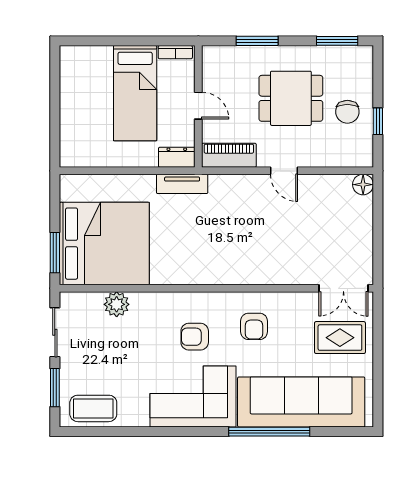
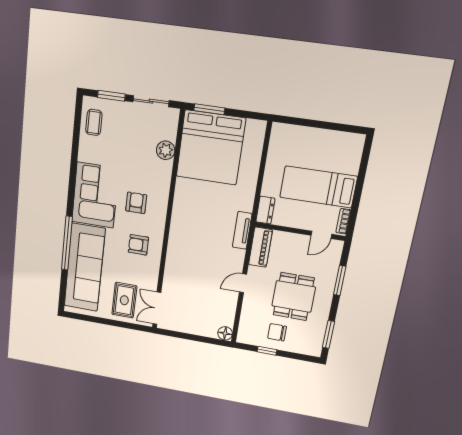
door: (198, 106) -> (321, 235), moved
tv unit: (182, 184) -> (242, 230), moved
coffee table: (93, 408) -> (94, 122), width x0.73, depth x0.77

